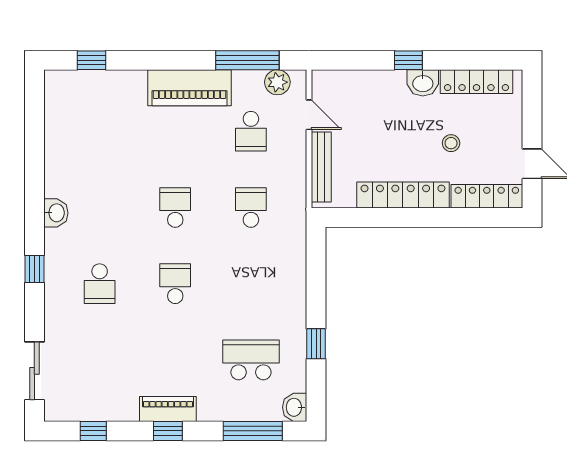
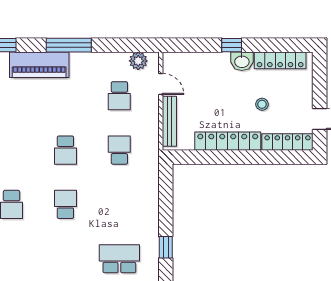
window: (247, 60) -> (69, 45), moved
piano: (189, 88) -> (39, 65), moved
school desk: (175, 207) -> (65, 150), turned 180

